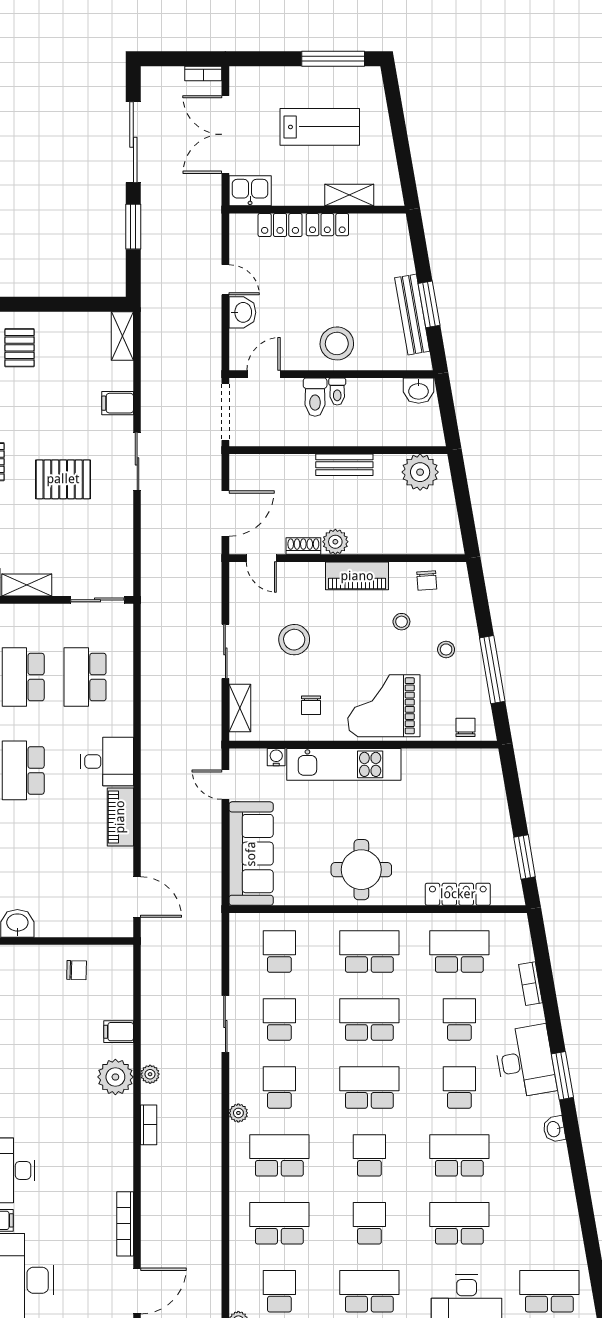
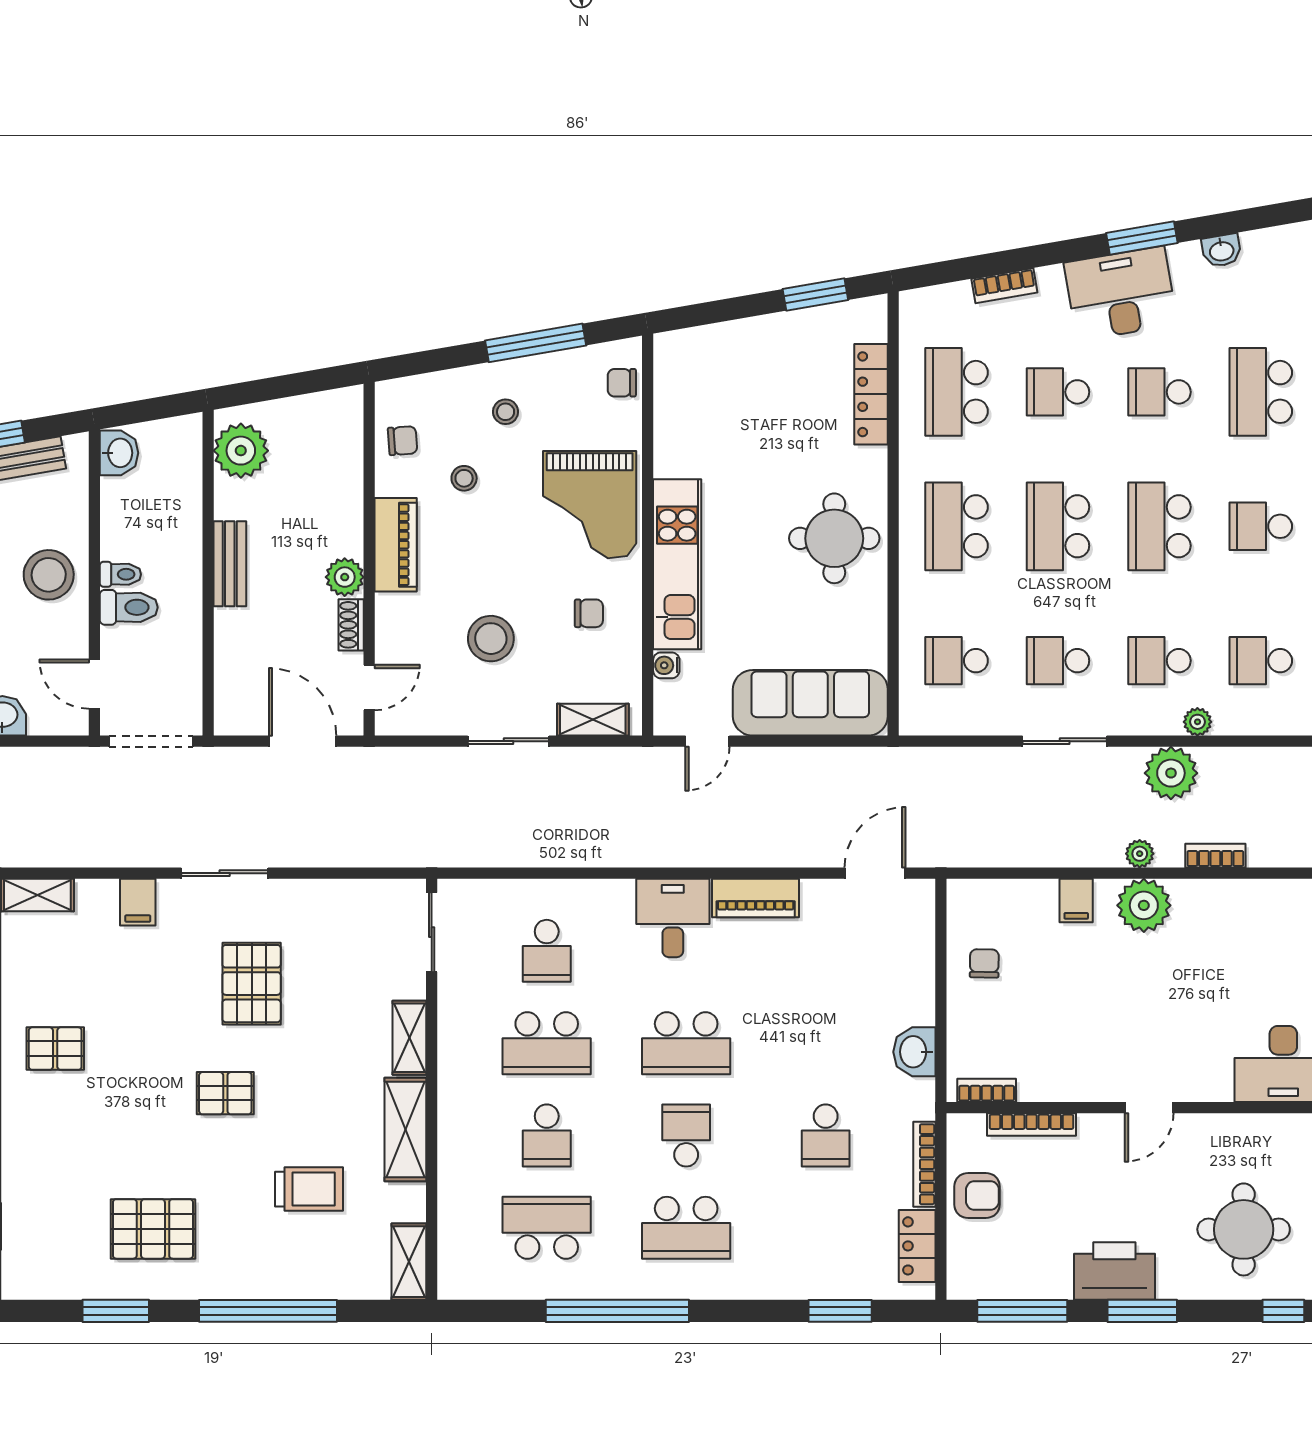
school desk: (85, 677) -> (547, 951), width x0.54
plant: (204, 1095) -> (1171, 773), added
school desk: (279, 1155) -> (1261, 661), width x0.54

